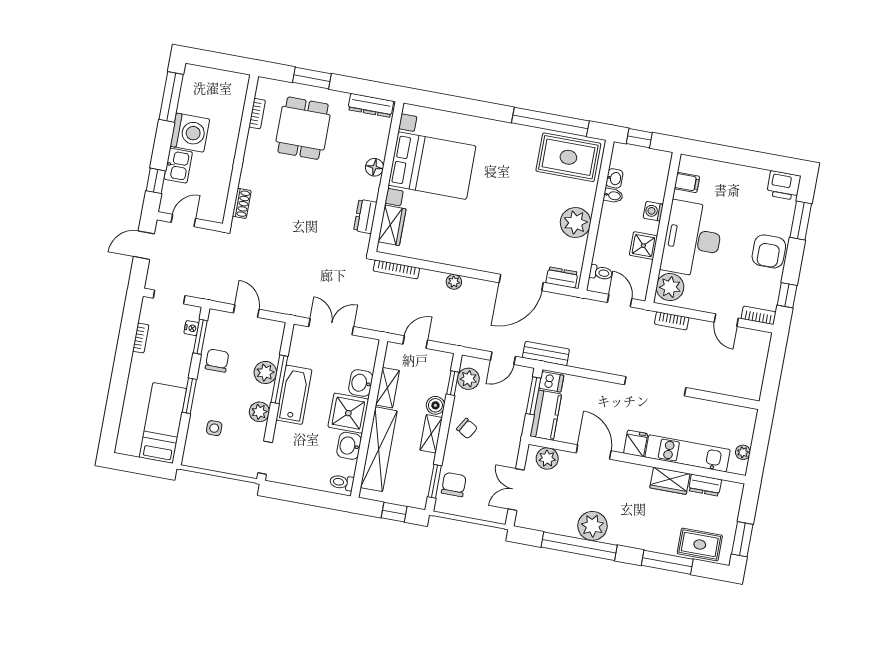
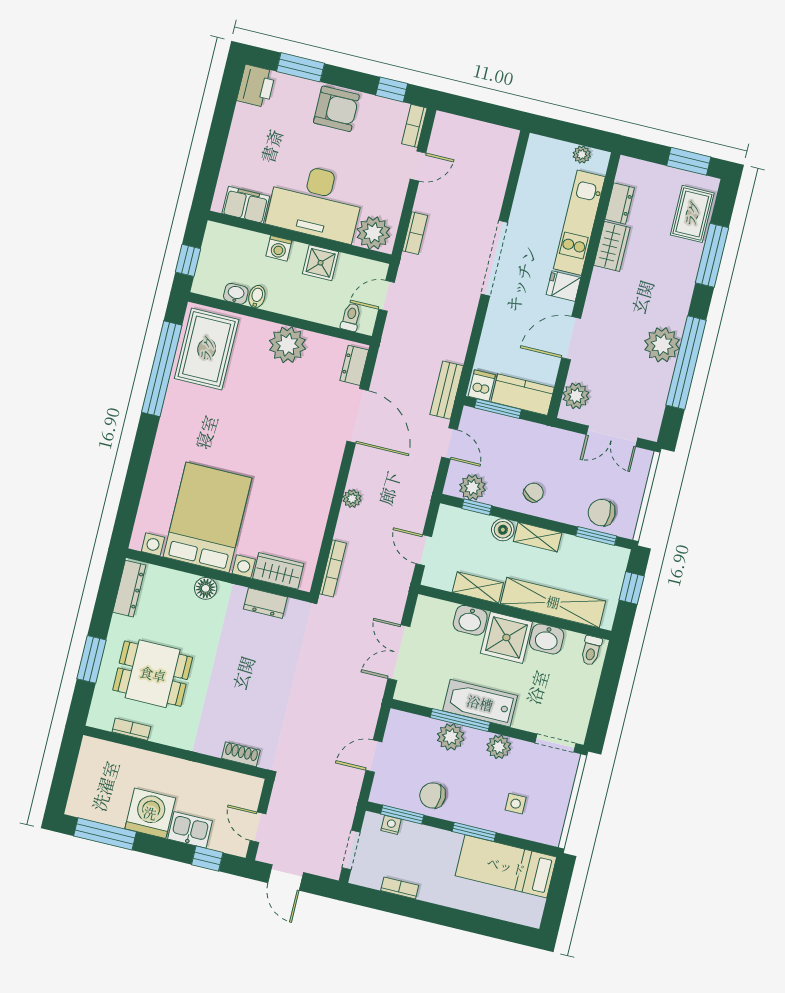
filing cabinet: (687, 182) -> (246, 205), width x2.00

